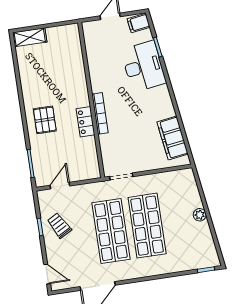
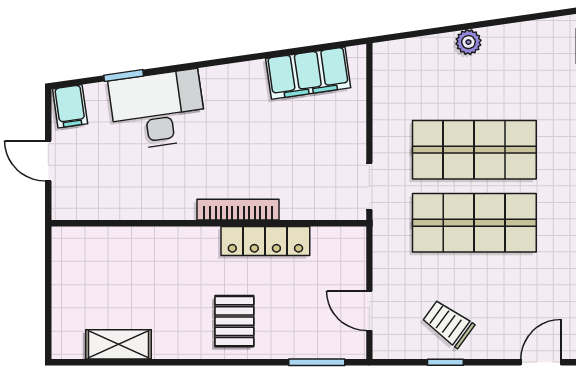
shelving: (30, 37) -> (119, 344), moved, turned 90
pallet: (45, 120) -> (234, 321), turned 90
locker: (85, 122) -> (265, 241), width x1.53
trolley: (59, 225) -> (448, 324), turned 65

